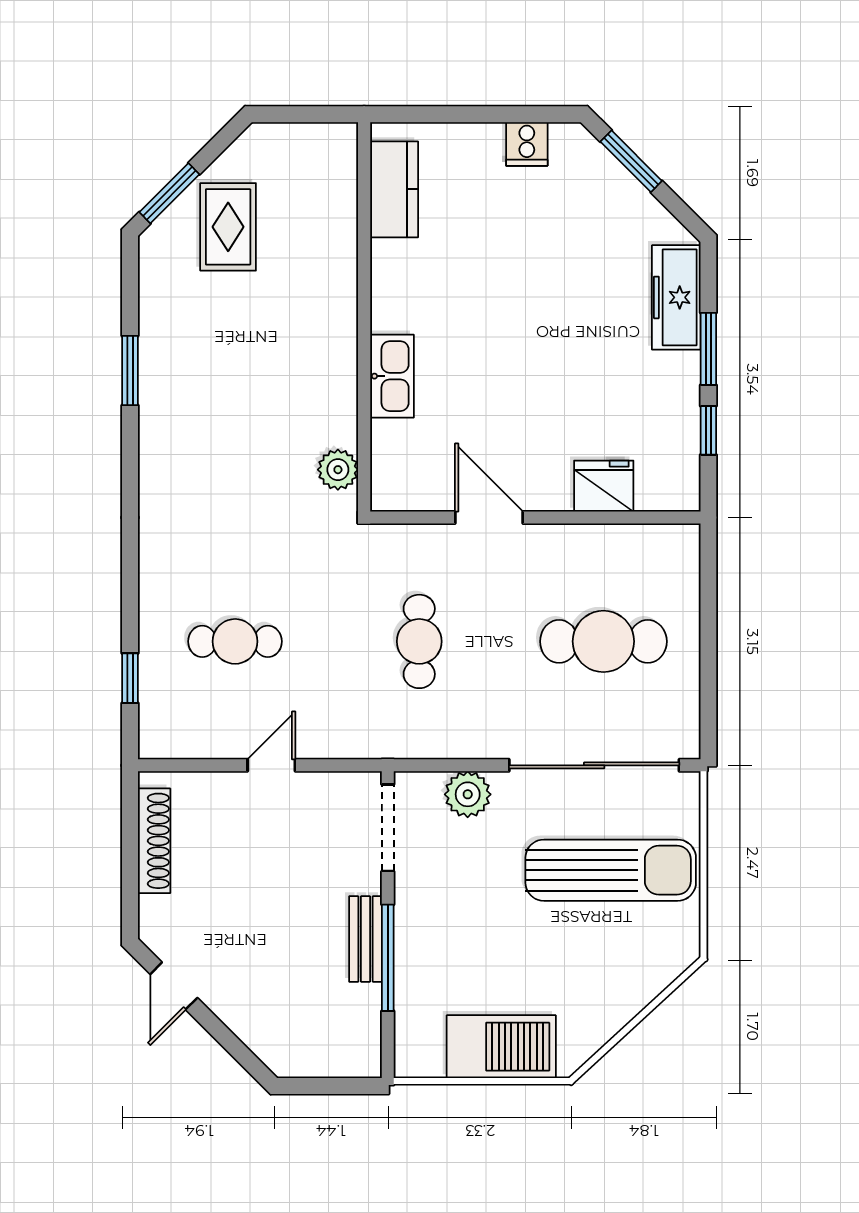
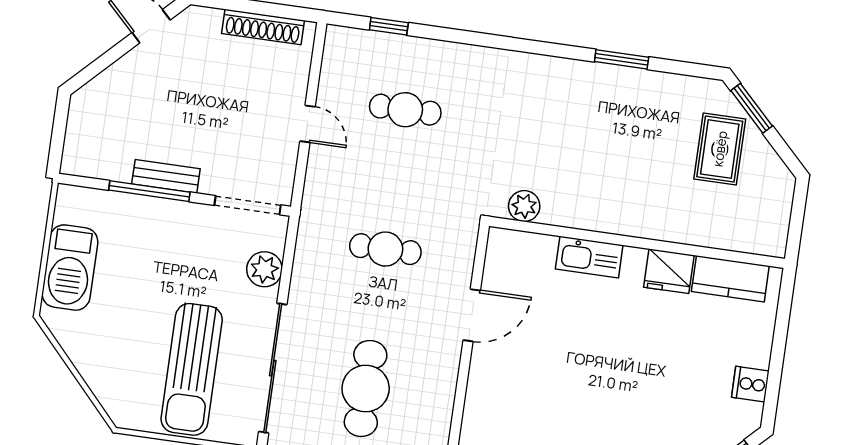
rug: (228, 227) -> (720, 149), turned 90
fridge: (604, 486) -> (669, 271), moved, turned 90
cafe table: (235, 641) -> (405, 110), turned 90

